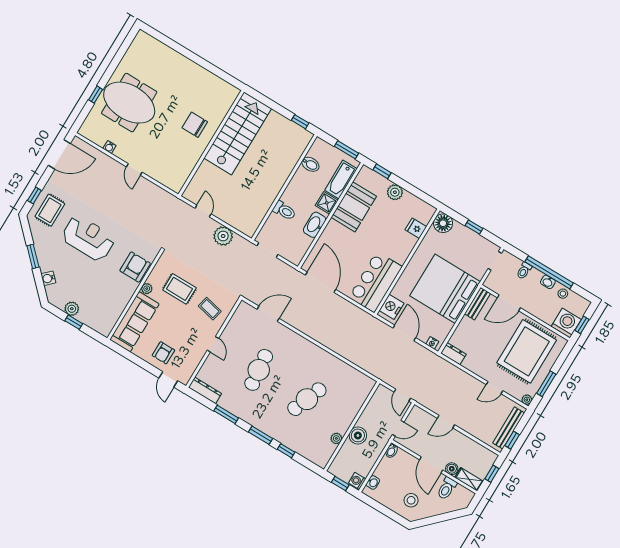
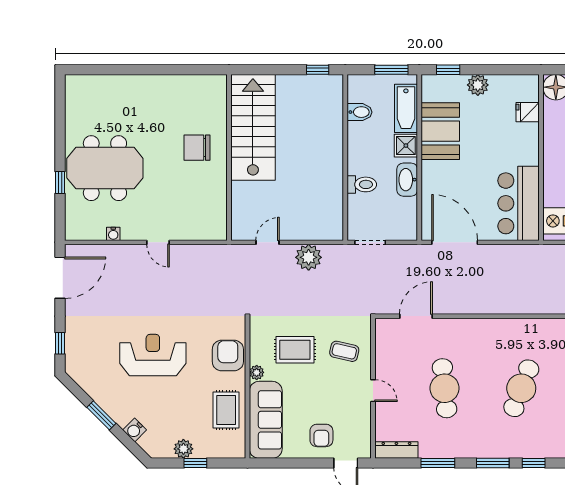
rug: (50, 210) -> (226, 410), moved
door: (203, 211) -> (268, 242), hinge flipped

